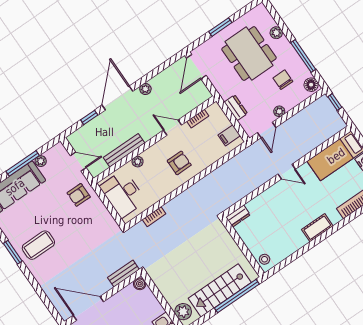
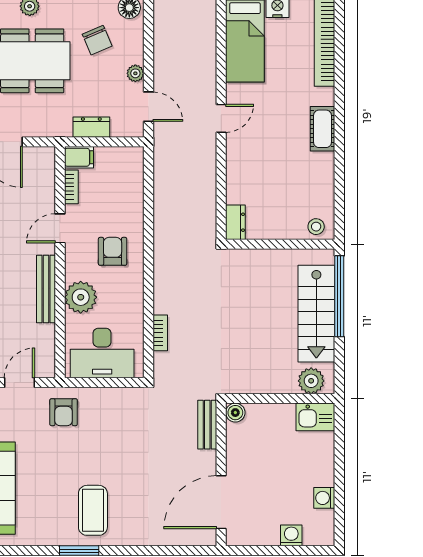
chair: (283, 80) -> (97, 40), turned -113
filing cabinet: (229, 135) -> (79, 157), moved, turned -90
bench: (124, 150) -> (46, 289), moved
plant: (138, 162) -> (81, 297), width x1.87, depth x1.87

